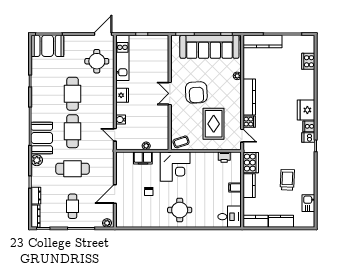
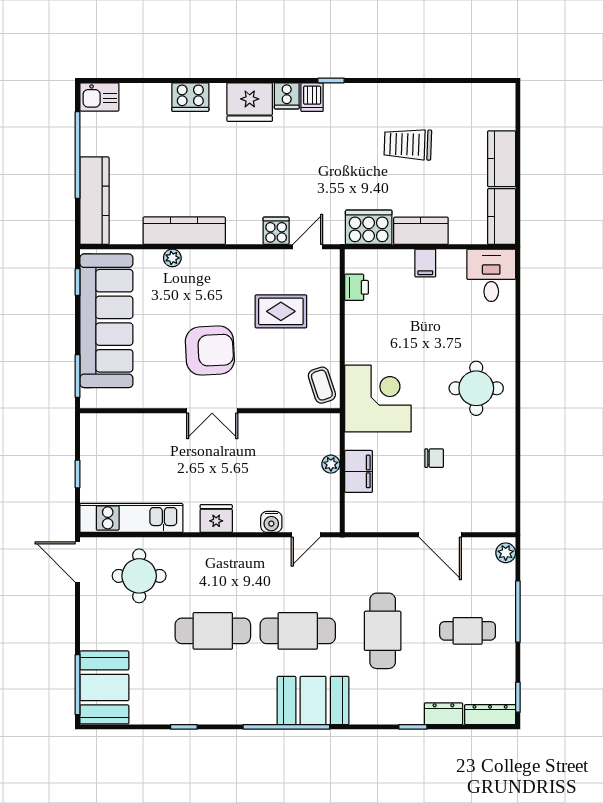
cooker: (308, 61) -> (190, 97), moved
kitchen counter: (249, 97) -> (184, 231), moved
rug: (214, 124) -> (281, 311), width x0.73, depth x0.70
plant: (37, 160) -> (363, 712), removed
kitchen sink: (308, 203) -> (99, 97), moved

